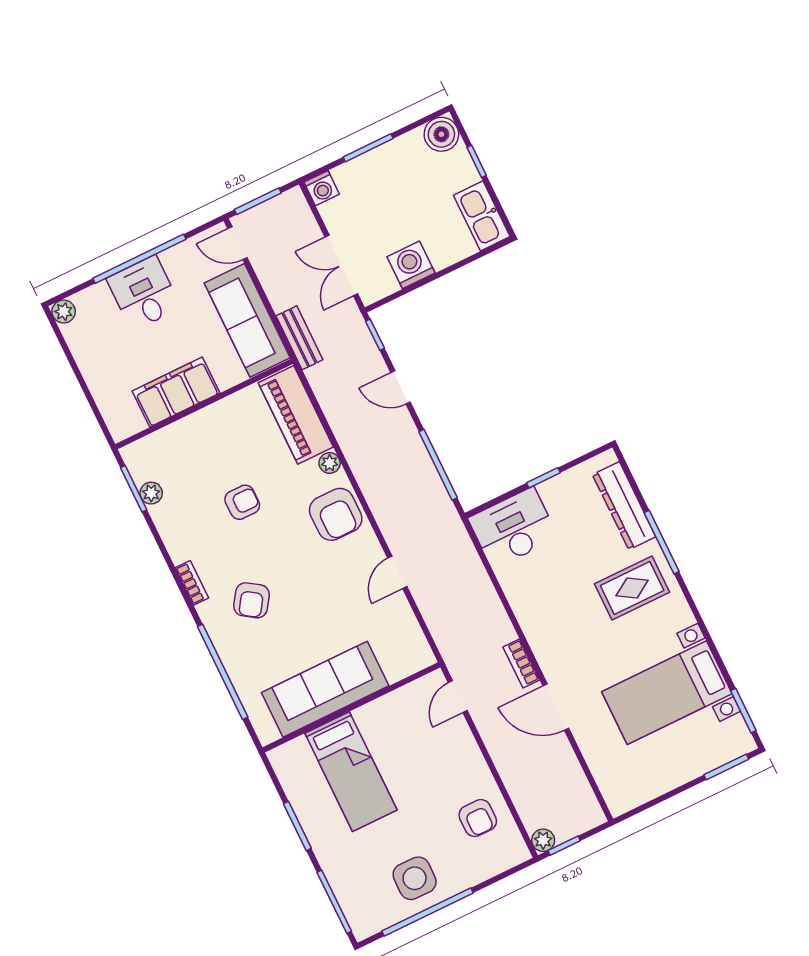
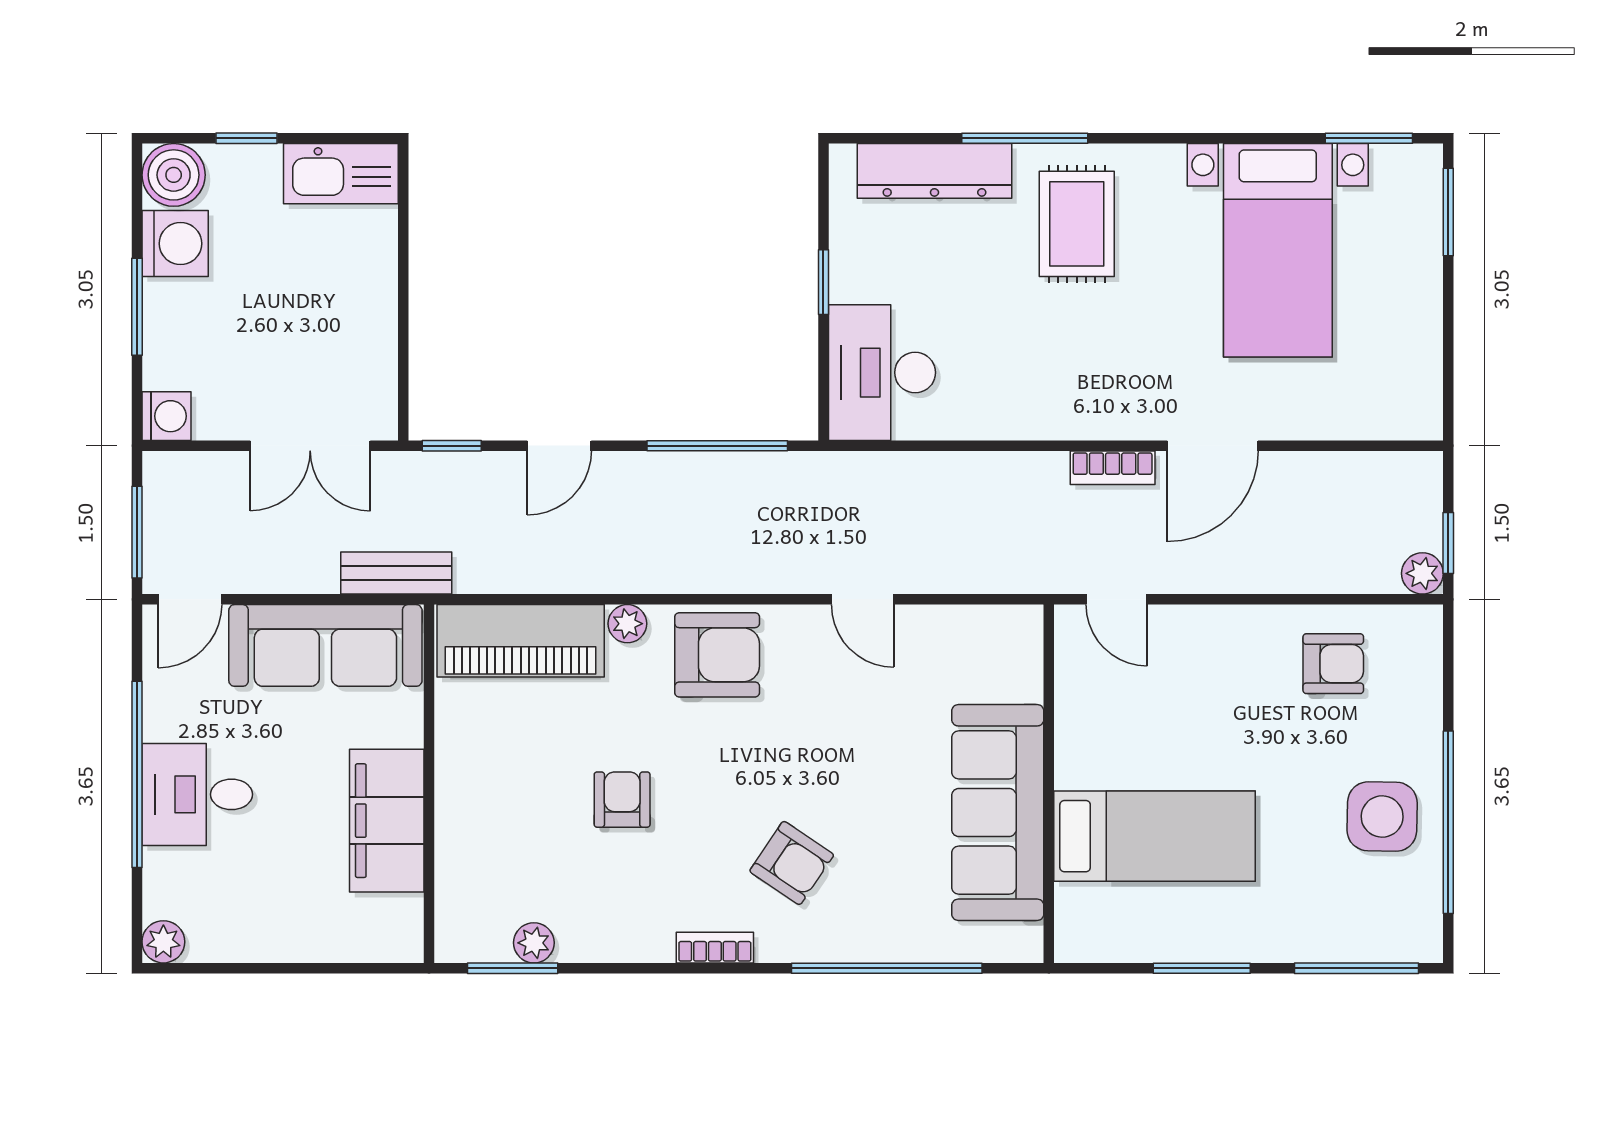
washing machine: (411, 265) -> (175, 244), moved, turned 180

